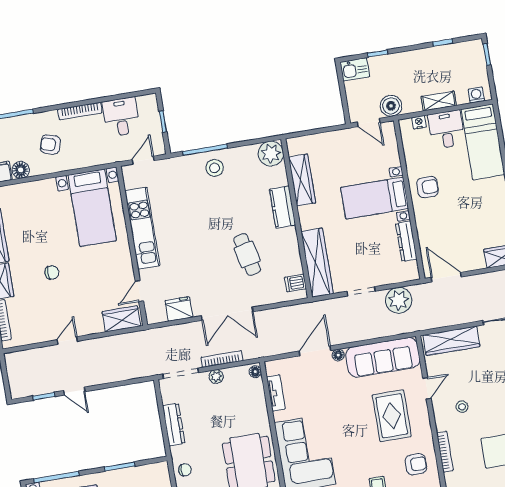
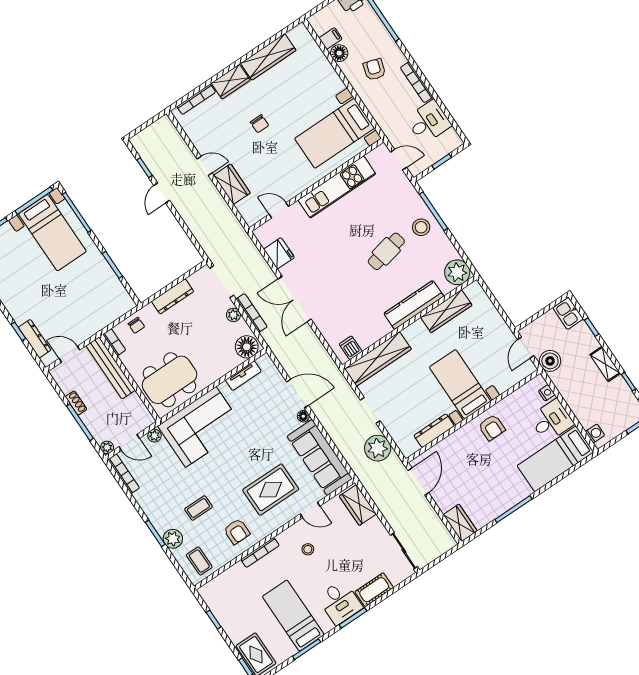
shelving: (439, 101) -> (605, 364), moved
kitchen counter: (283, 207) -> (414, 305), width x1.50
cafe table: (247, 254) -> (386, 251), moved
wardrobe: (121, 319) -> (232, 184), moved
wardrobe: (451, 341) -> (358, 505), width x0.67
floor lamp: (255, 372) -> (247, 347), width x1.89, depth x1.89

